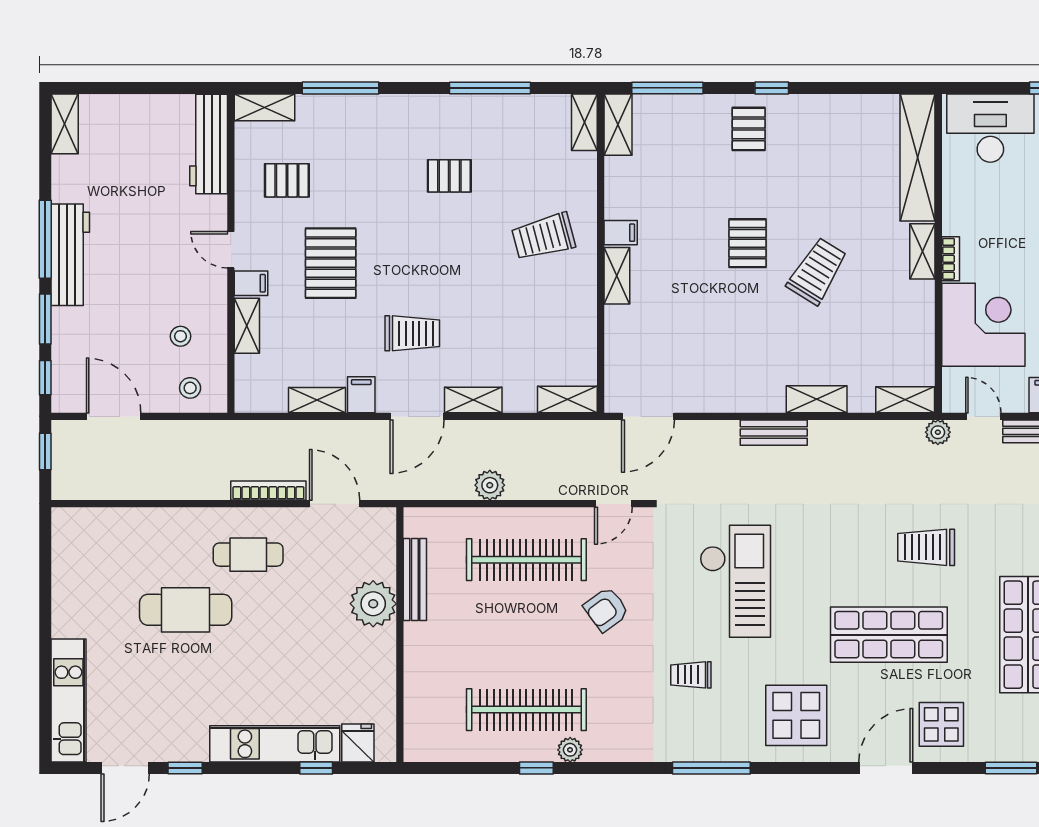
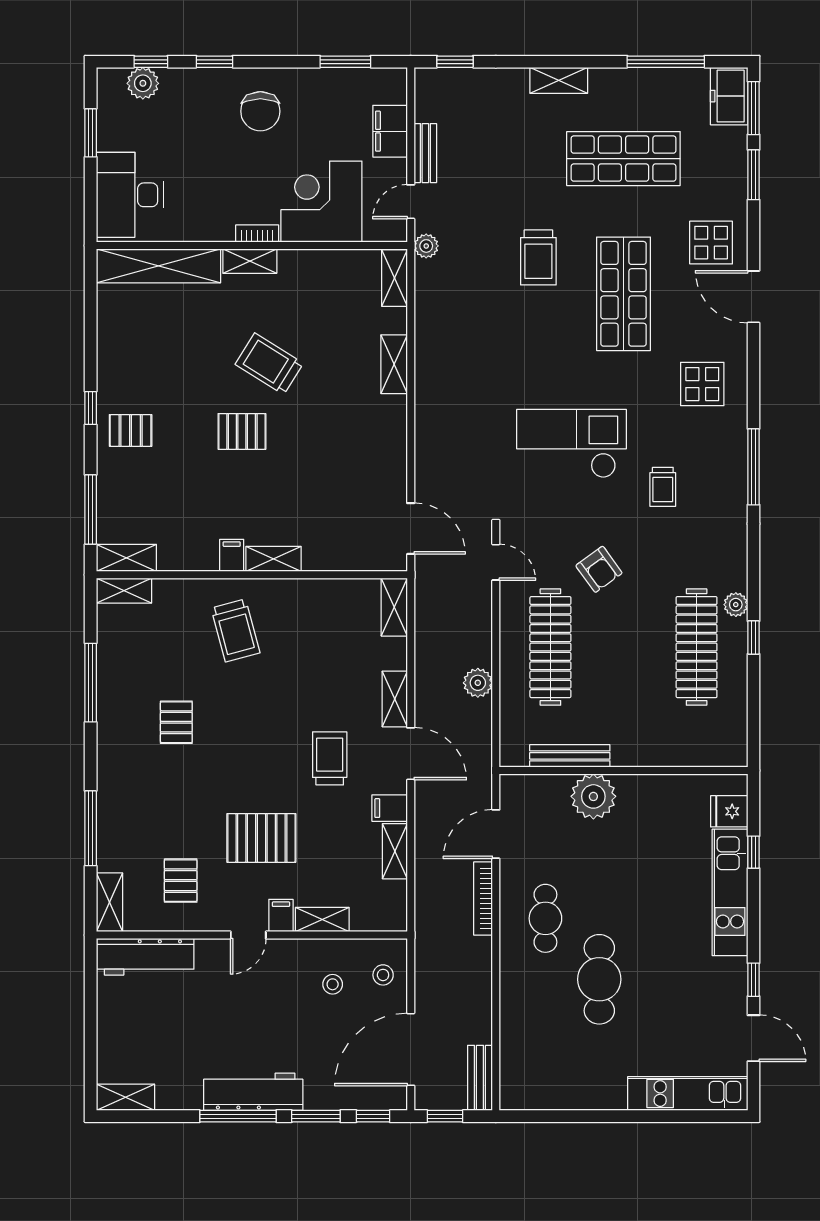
door: (114, 416) -> (411, 1049), width x1.36
bench: (774, 433) -> (480, 1078), moved
display table: (796, 715) -> (702, 384), width x0.73, depth x0.73

